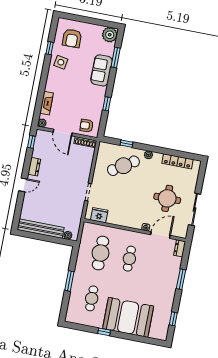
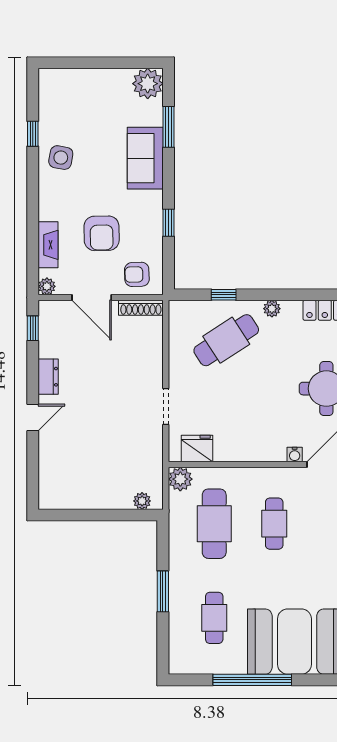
armchair: (72, 38) -> (102, 233), moved
plant: (88, 228) -> (180, 479), added
bench: (41, 229) -> (85, 498), removed
window: (104, 332) -> (252, 680), width x3.17

